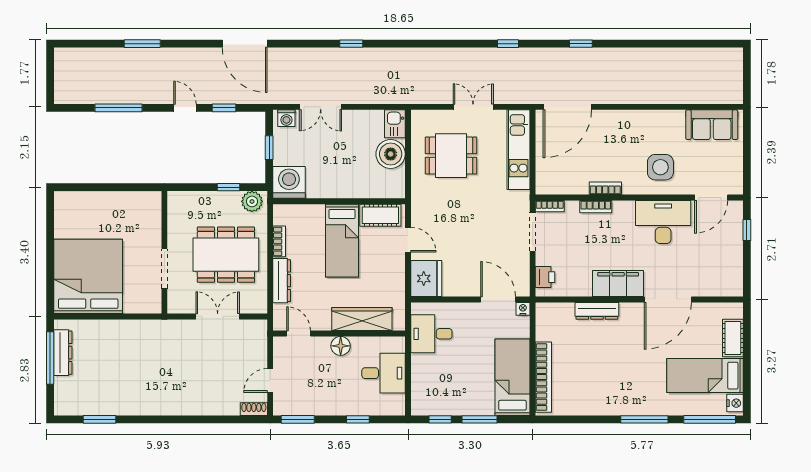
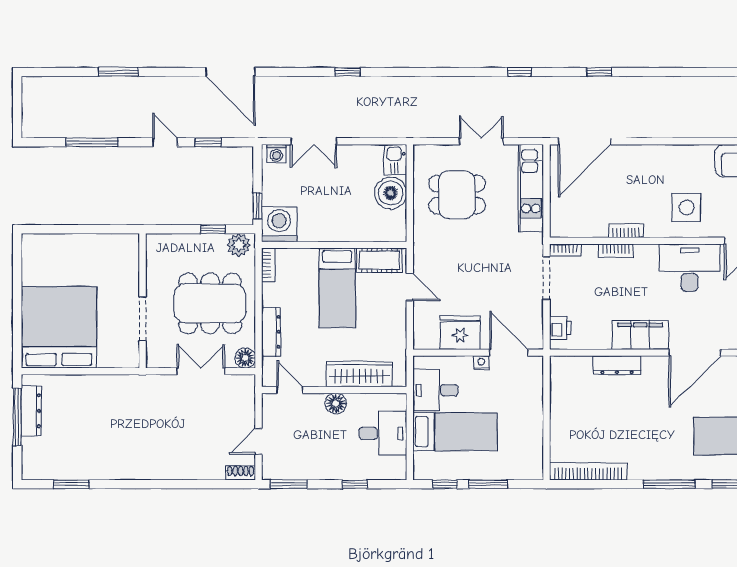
window: (269, 148) -> (257, 206), moved
bookcase: (279, 241) -> (268, 265), moved
fridge: (426, 278) -> (460, 333), moved, turned -90
floor lamp: (258, 304) -> (245, 358), added
nightstand: (523, 309) -> (481, 363), moved
bed: (512, 377) -> (455, 432), moved, turned 90
bookcase: (543, 377) -> (588, 471), moved, turned -90

